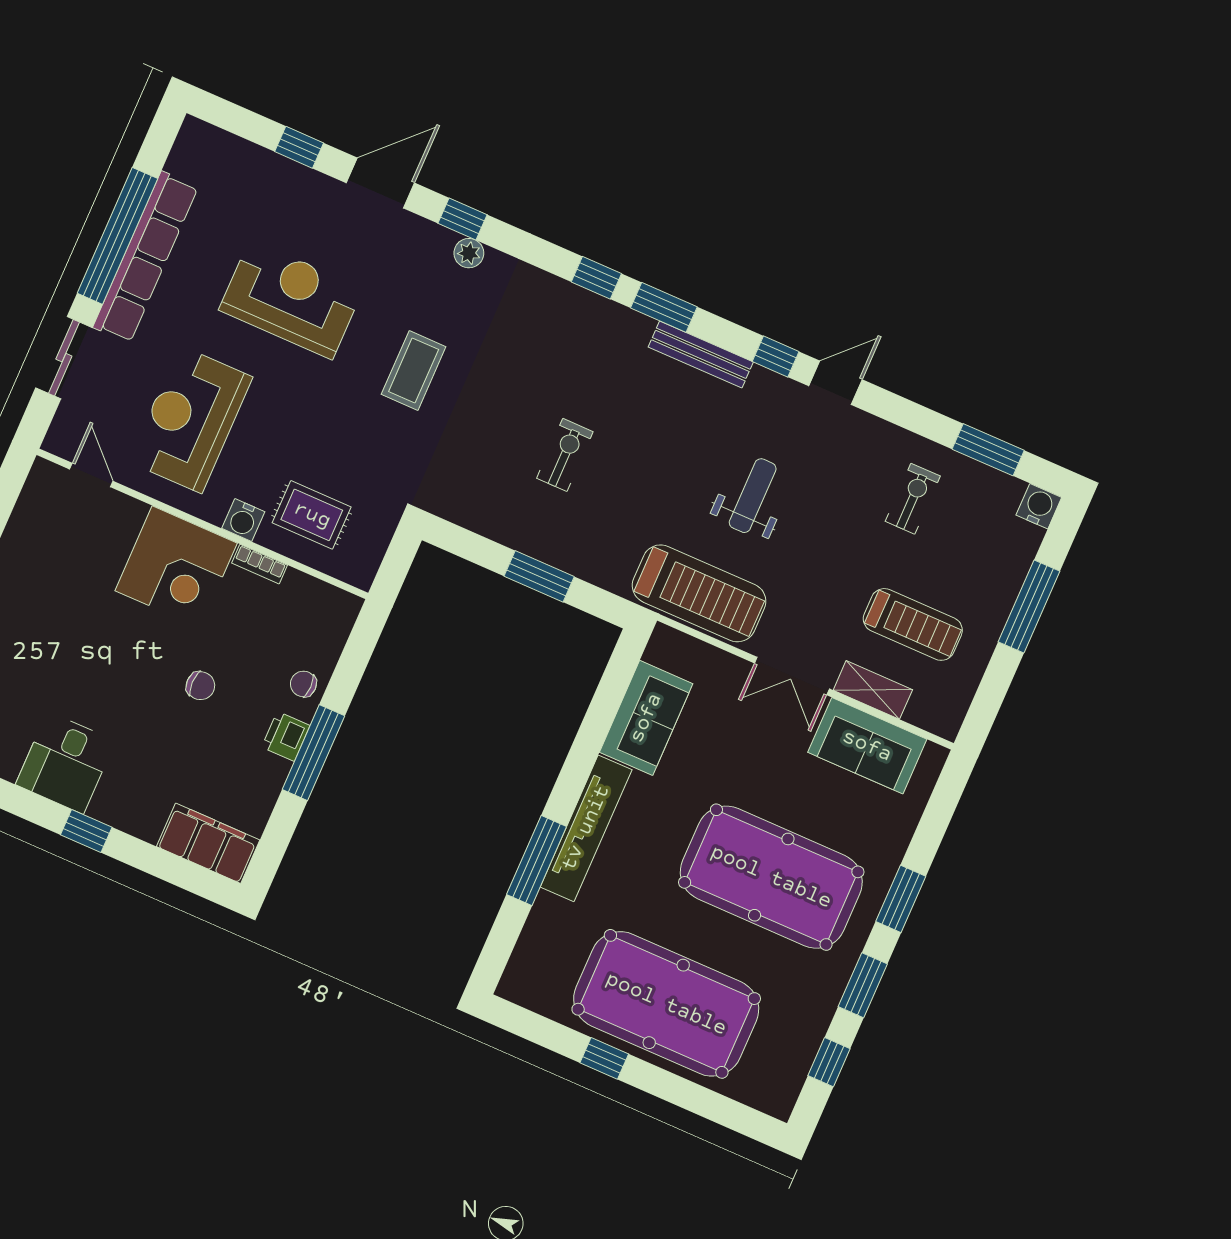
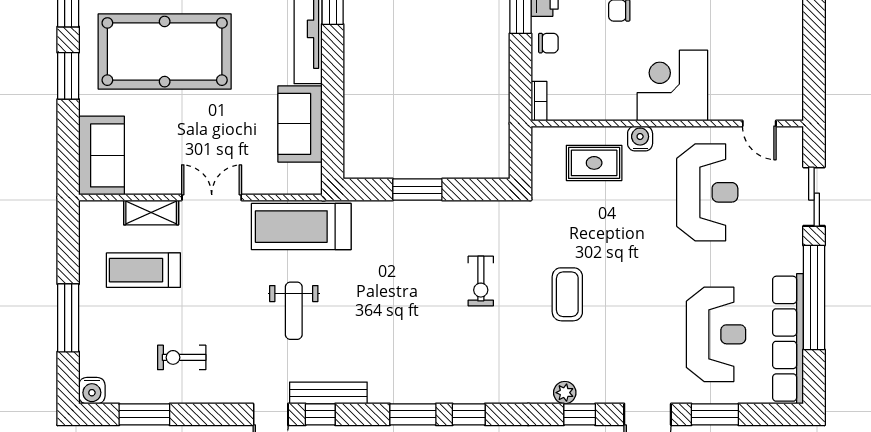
window: (299, 147) -> (715, 414), width x1.50
row of seats: (146, 257) -> (788, 339), moved
reception desk: (291, 299) -> (716, 334), moved, turned -90
bench: (701, 354) -> (328, 393), moved
exercise bike: (565, 455) -> (481, 281), moved
exercise bike: (913, 499) -> (182, 357), turned 90
bookcase: (259, 564) -> (539, 101), moved, turned 90
sofa: (867, 746) -> (101, 155), moved, turned 90

